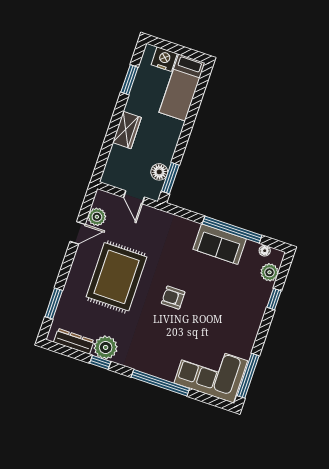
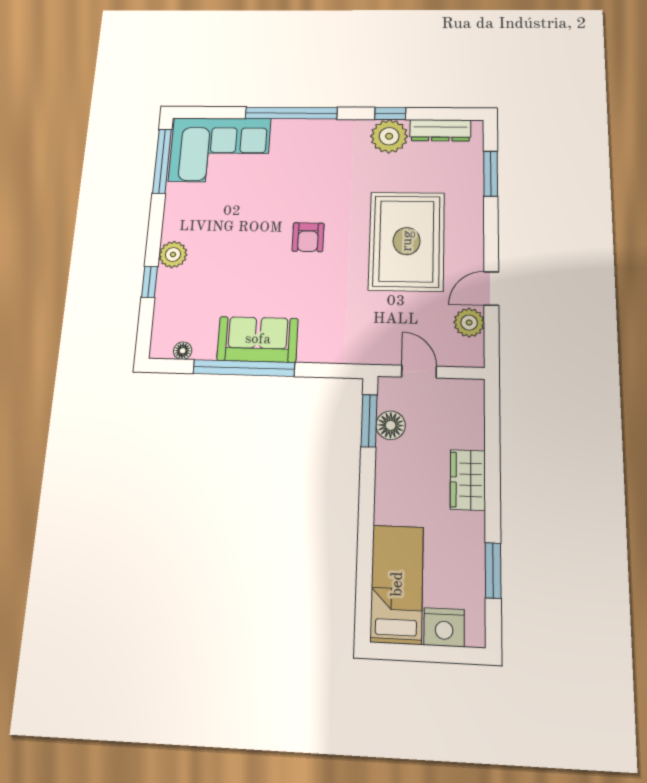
plant: (269, 272) -> (173, 255), moved
armchair: (173, 298) -> (308, 237), turned 90

